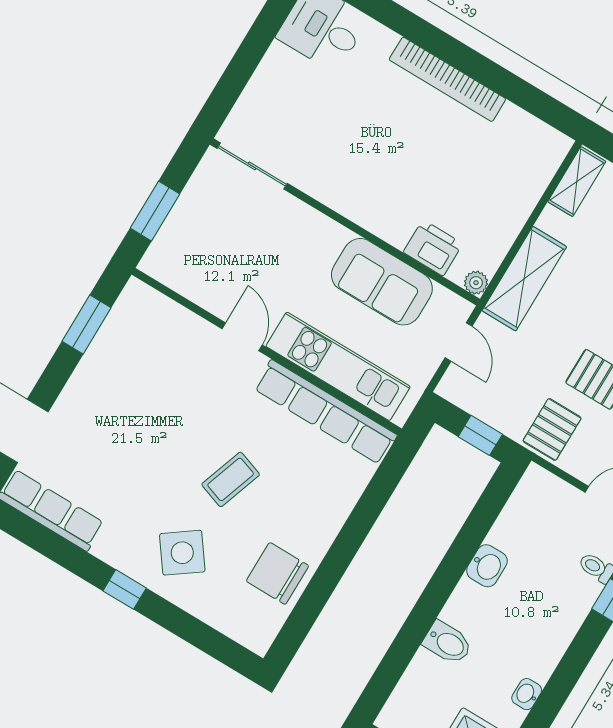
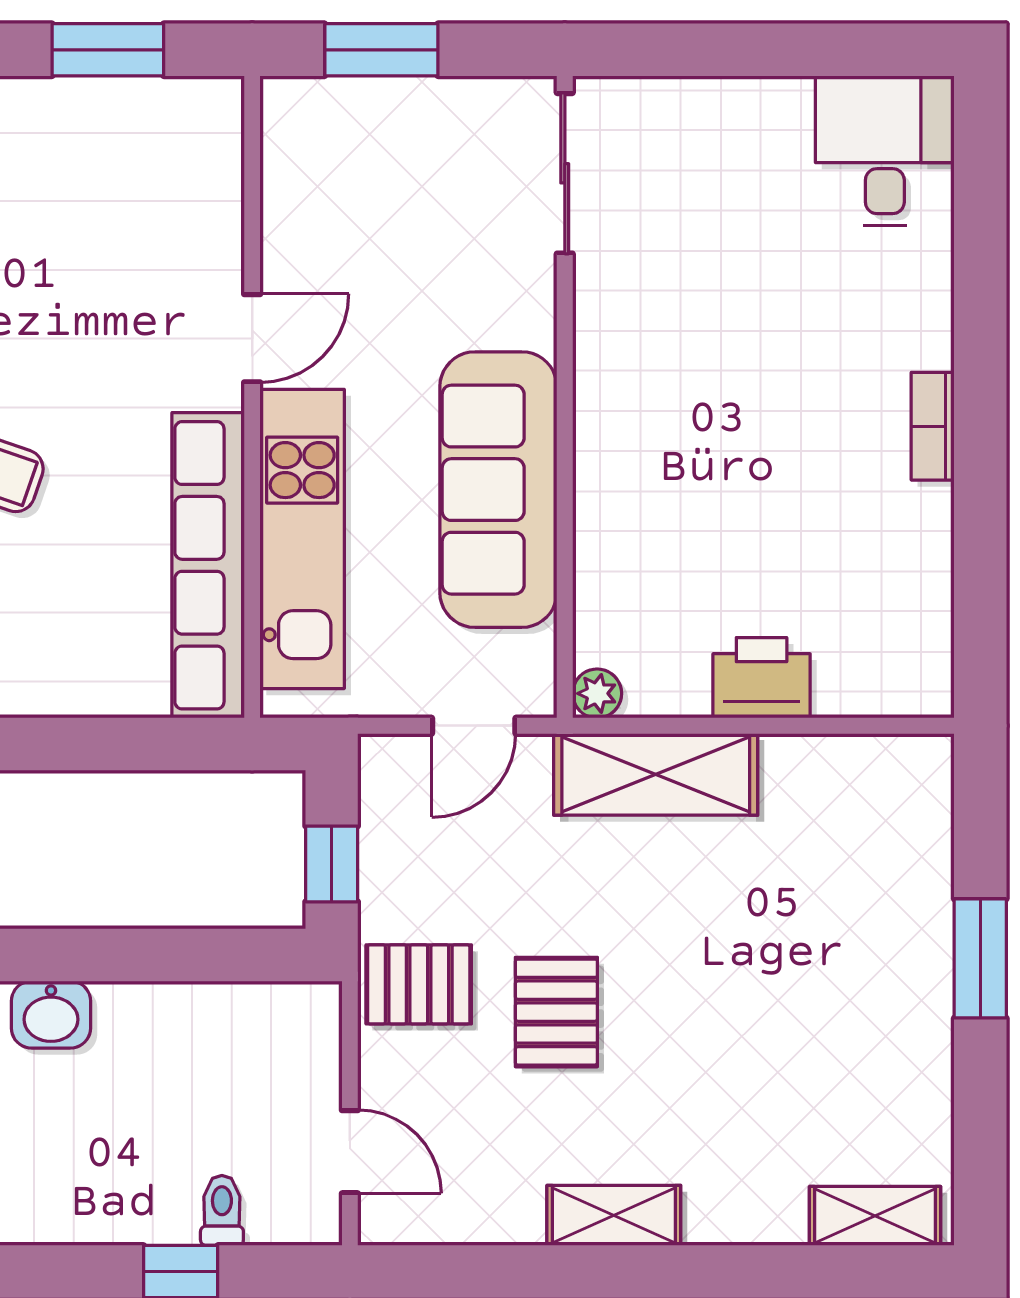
bookcase: (447, 79) -> (933, 426), width x0.43, depth x0.76
shelving: (577, 182) -> (883, 764), removed
printer: (433, 248) -> (762, 678), moved, turned -90
sofa: (382, 282) -> (498, 490), width x1.36
washbasin: (487, 566) -> (51, 1015), moved

